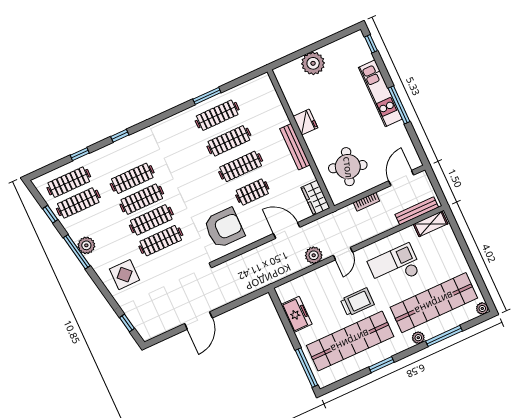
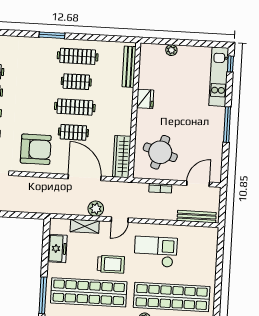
plant: (313, 63) -> (171, 50), width x0.53, depth x0.53
kitchen unit: (380, 93) -> (219, 77), moved
window: (207, 96) -> (52, 35), moved
clothes rail: (229, 141) -> (76, 82), width x0.73
bench: (295, 147) -> (129, 67), moved
wardrobe: (315, 198) -> (122, 157), width x1.50
shelving: (431, 224) -> (85, 226), moved
door: (287, 230) -> (85, 177), width x1.36

